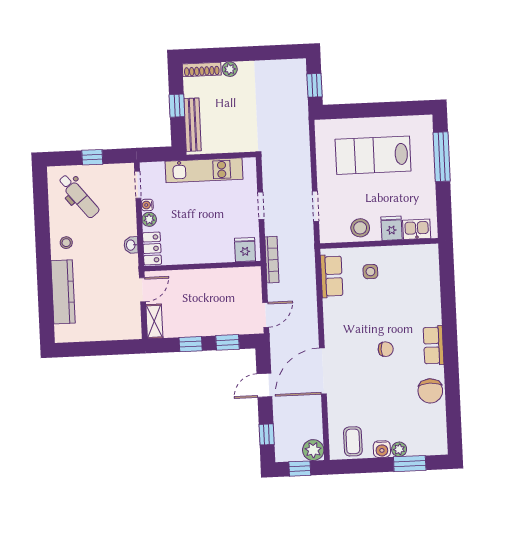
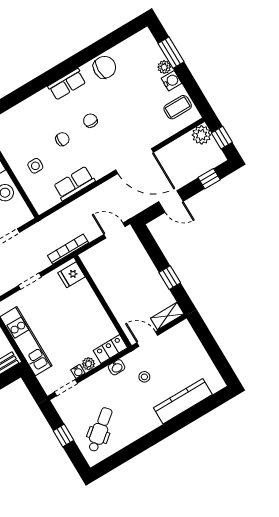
stool: (66, 243) -> (144, 377), moved
row of seats: (332, 276) -> (74, 183), moved
chair: (382, 312) -> (62, 139), added
window: (228, 342) -> (153, 249), removed

